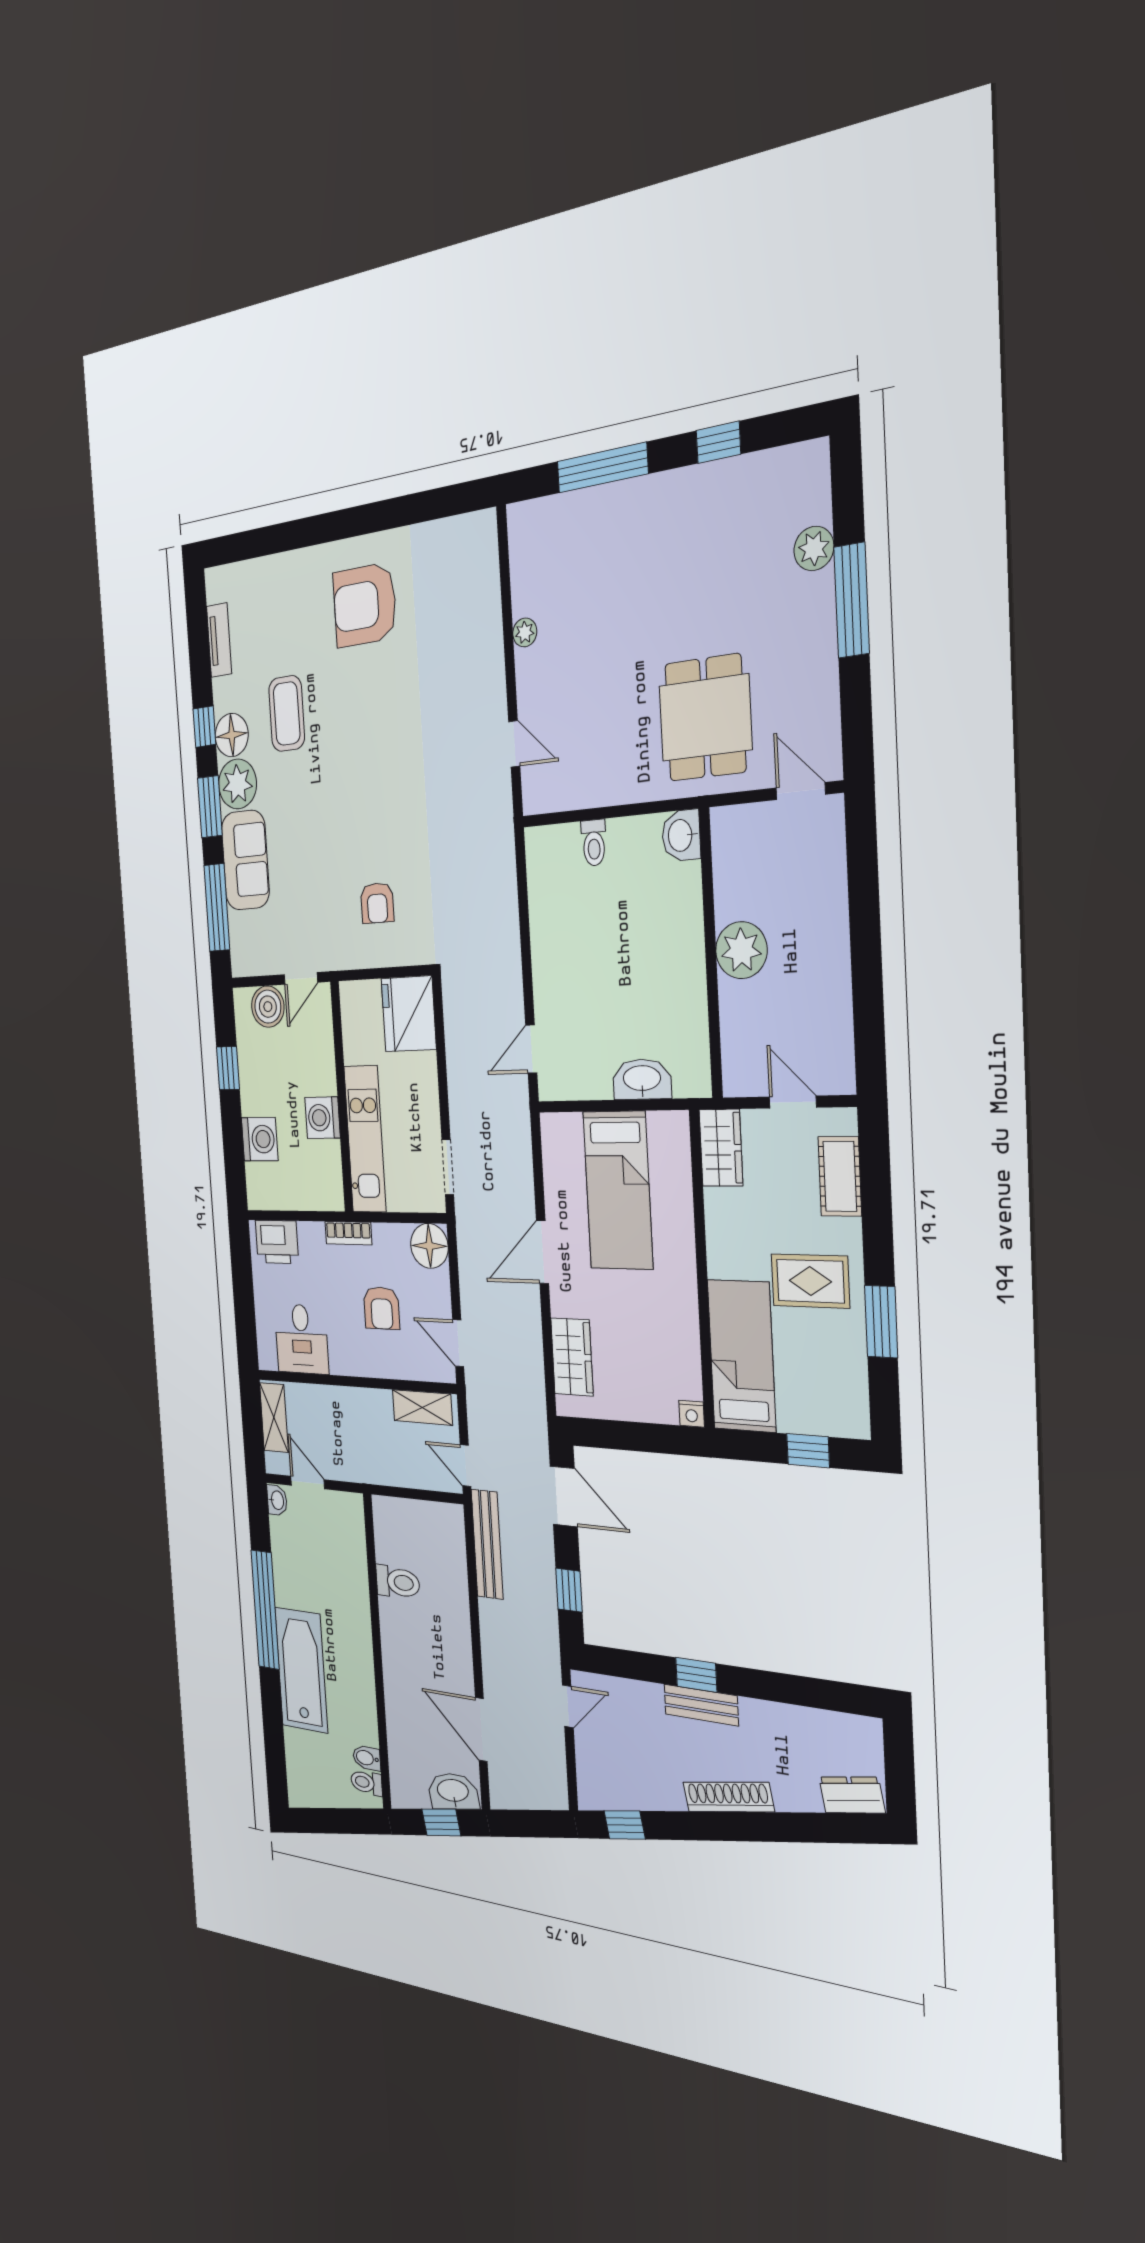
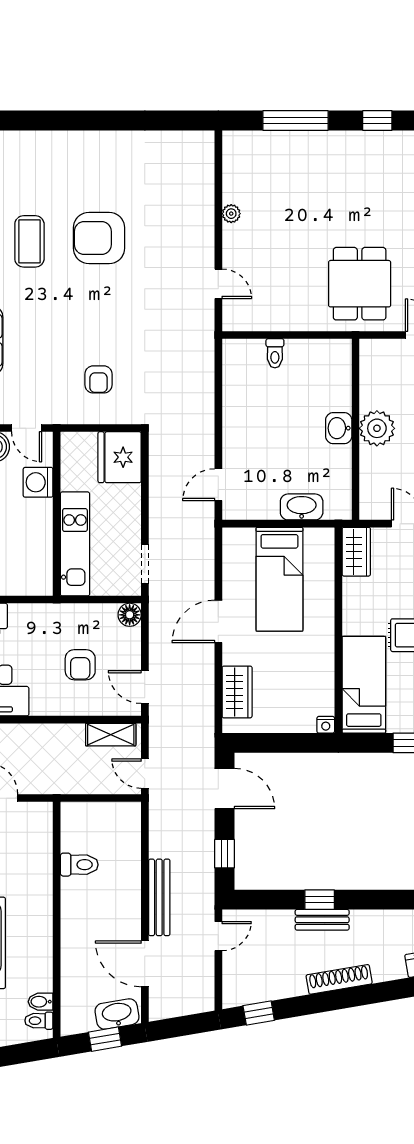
armchair: (365, 605) -> (99, 238), moved
washbasin: (681, 835) -> (339, 428), moved
door: (301, 978) -> (27, 428), hinge flipped
washing machine: (322, 1118) -> (38, 482), moved
bookcase: (348, 1233) -> (55, 611), removed
floor lamp: (429, 1246) -> (130, 615), width x0.73, depth x0.73
bench: (487, 1544) -> (159, 897), moved

